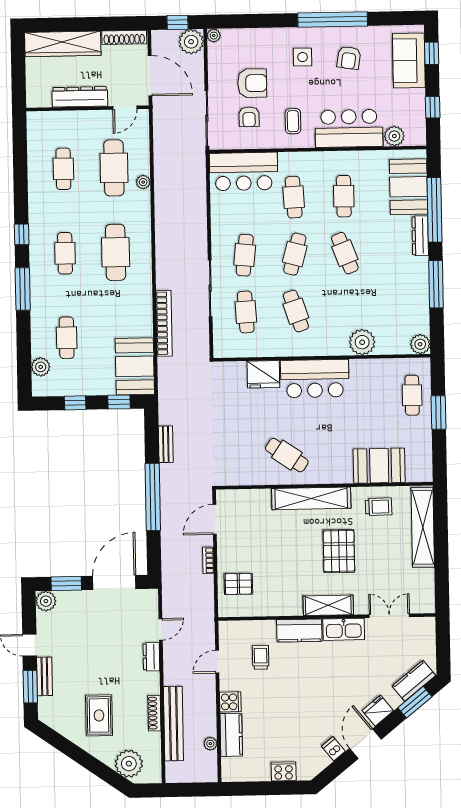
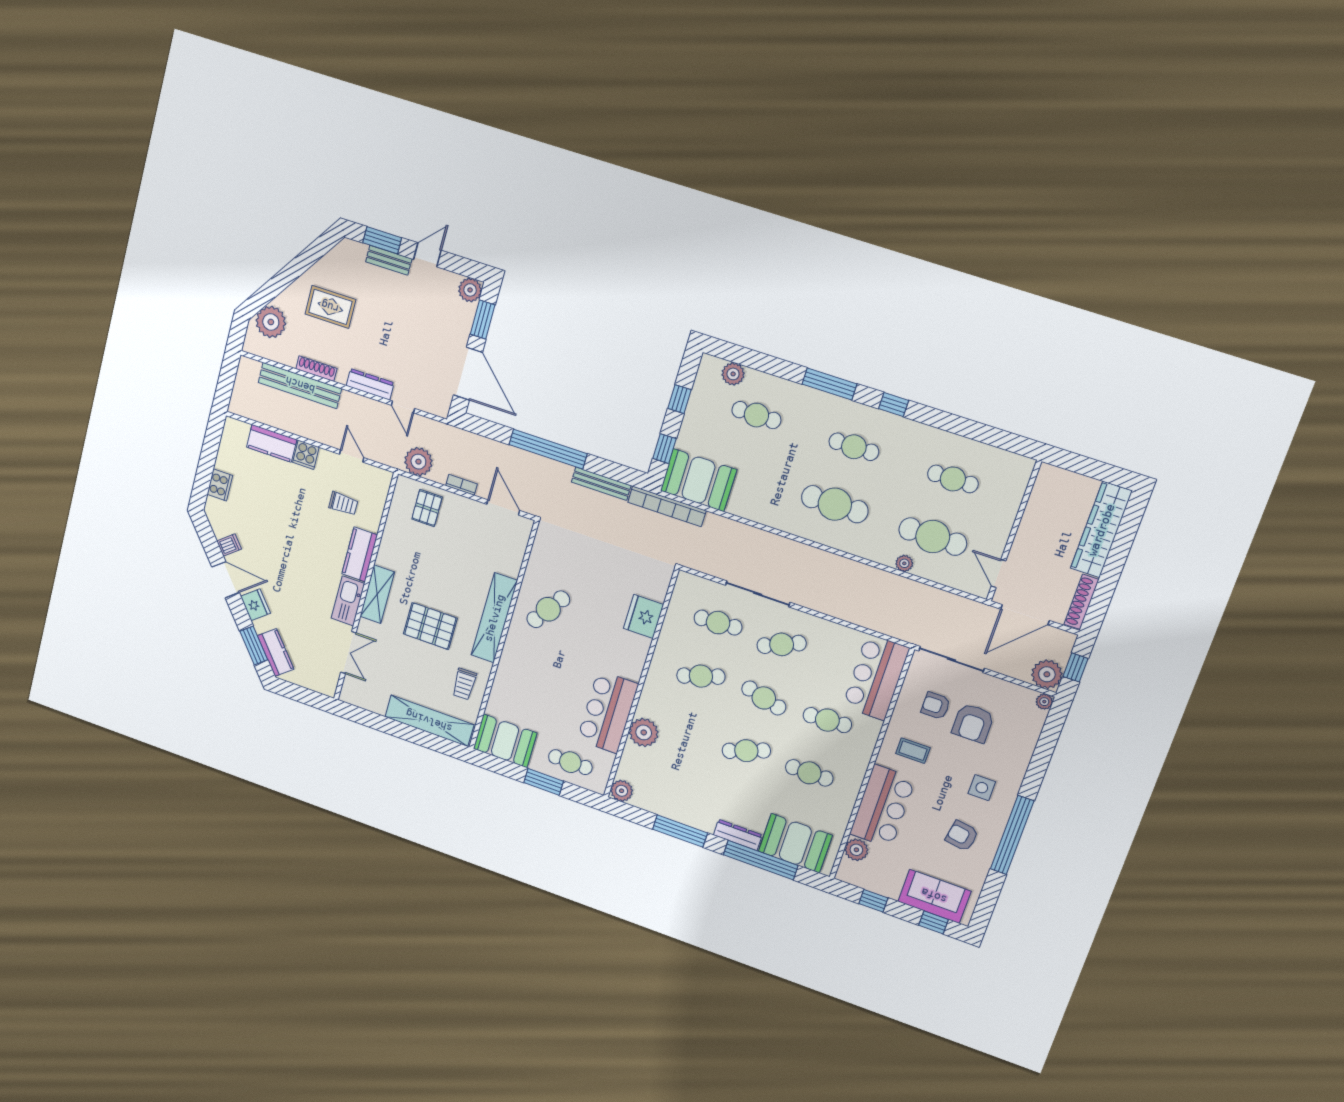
dresser: (80, 97) -> (1031, 527), removed
cafe table: (245, 255) -> (782, 644), turned -30
bookcase: (164, 323) -> (667, 506), moved
bar counter: (315, 379) -> (608, 712), moved
bench: (166, 444) -> (601, 484), width x1.36
booth: (379, 466) -> (505, 741), moved, turned 90
dresser: (151, 657) -> (370, 384), width x1.44
plant: (210, 744) -> (418, 462), moved, width x1.88, depth x1.88

